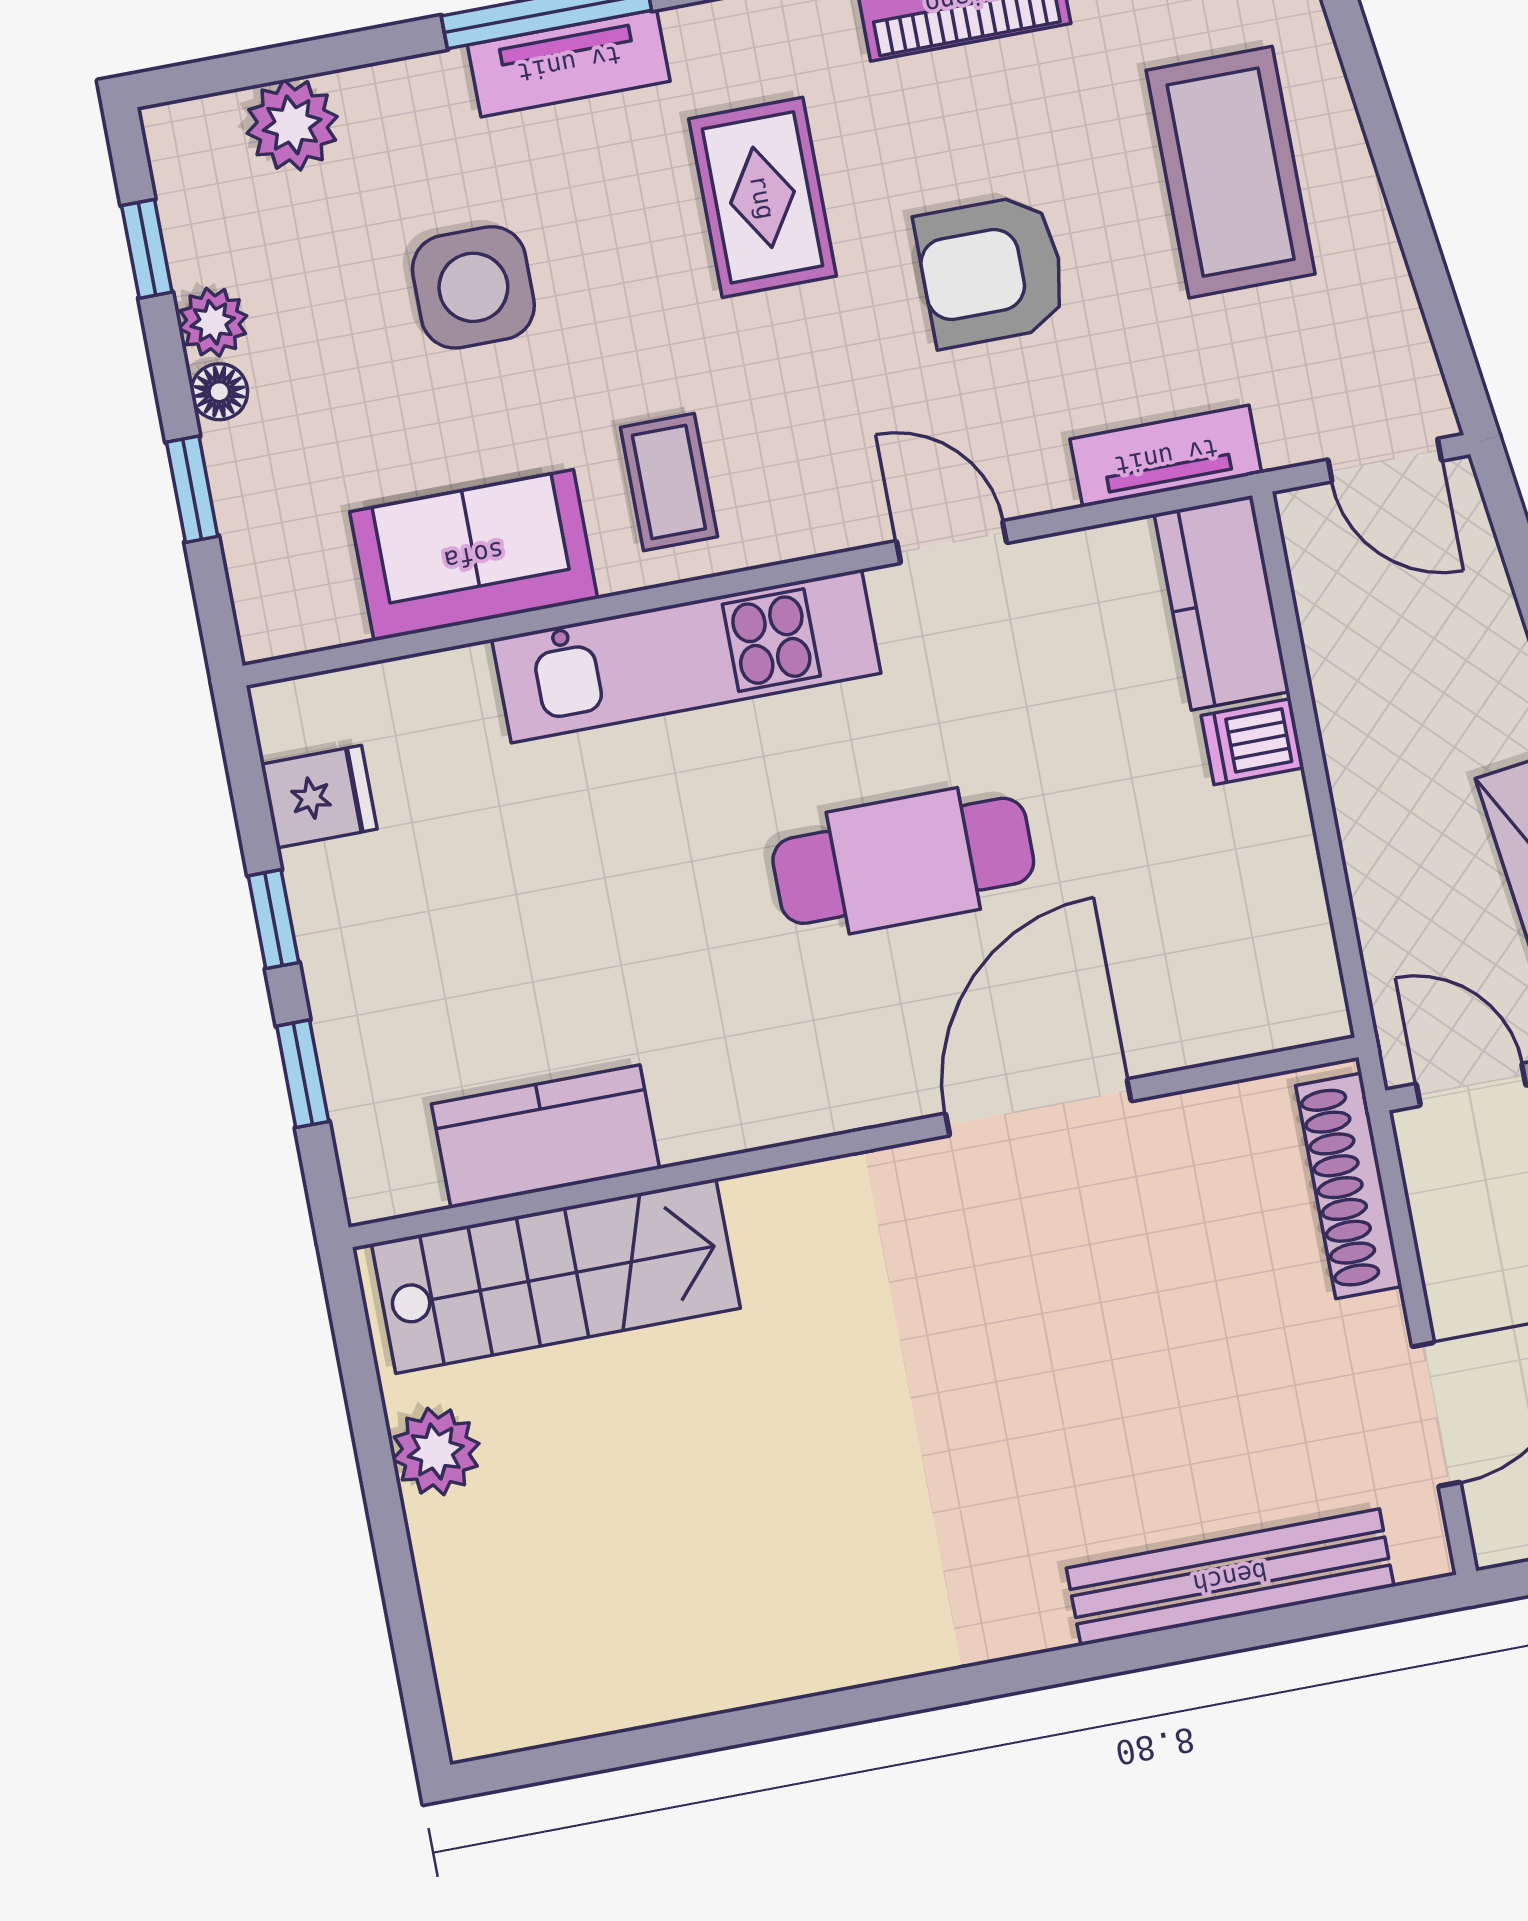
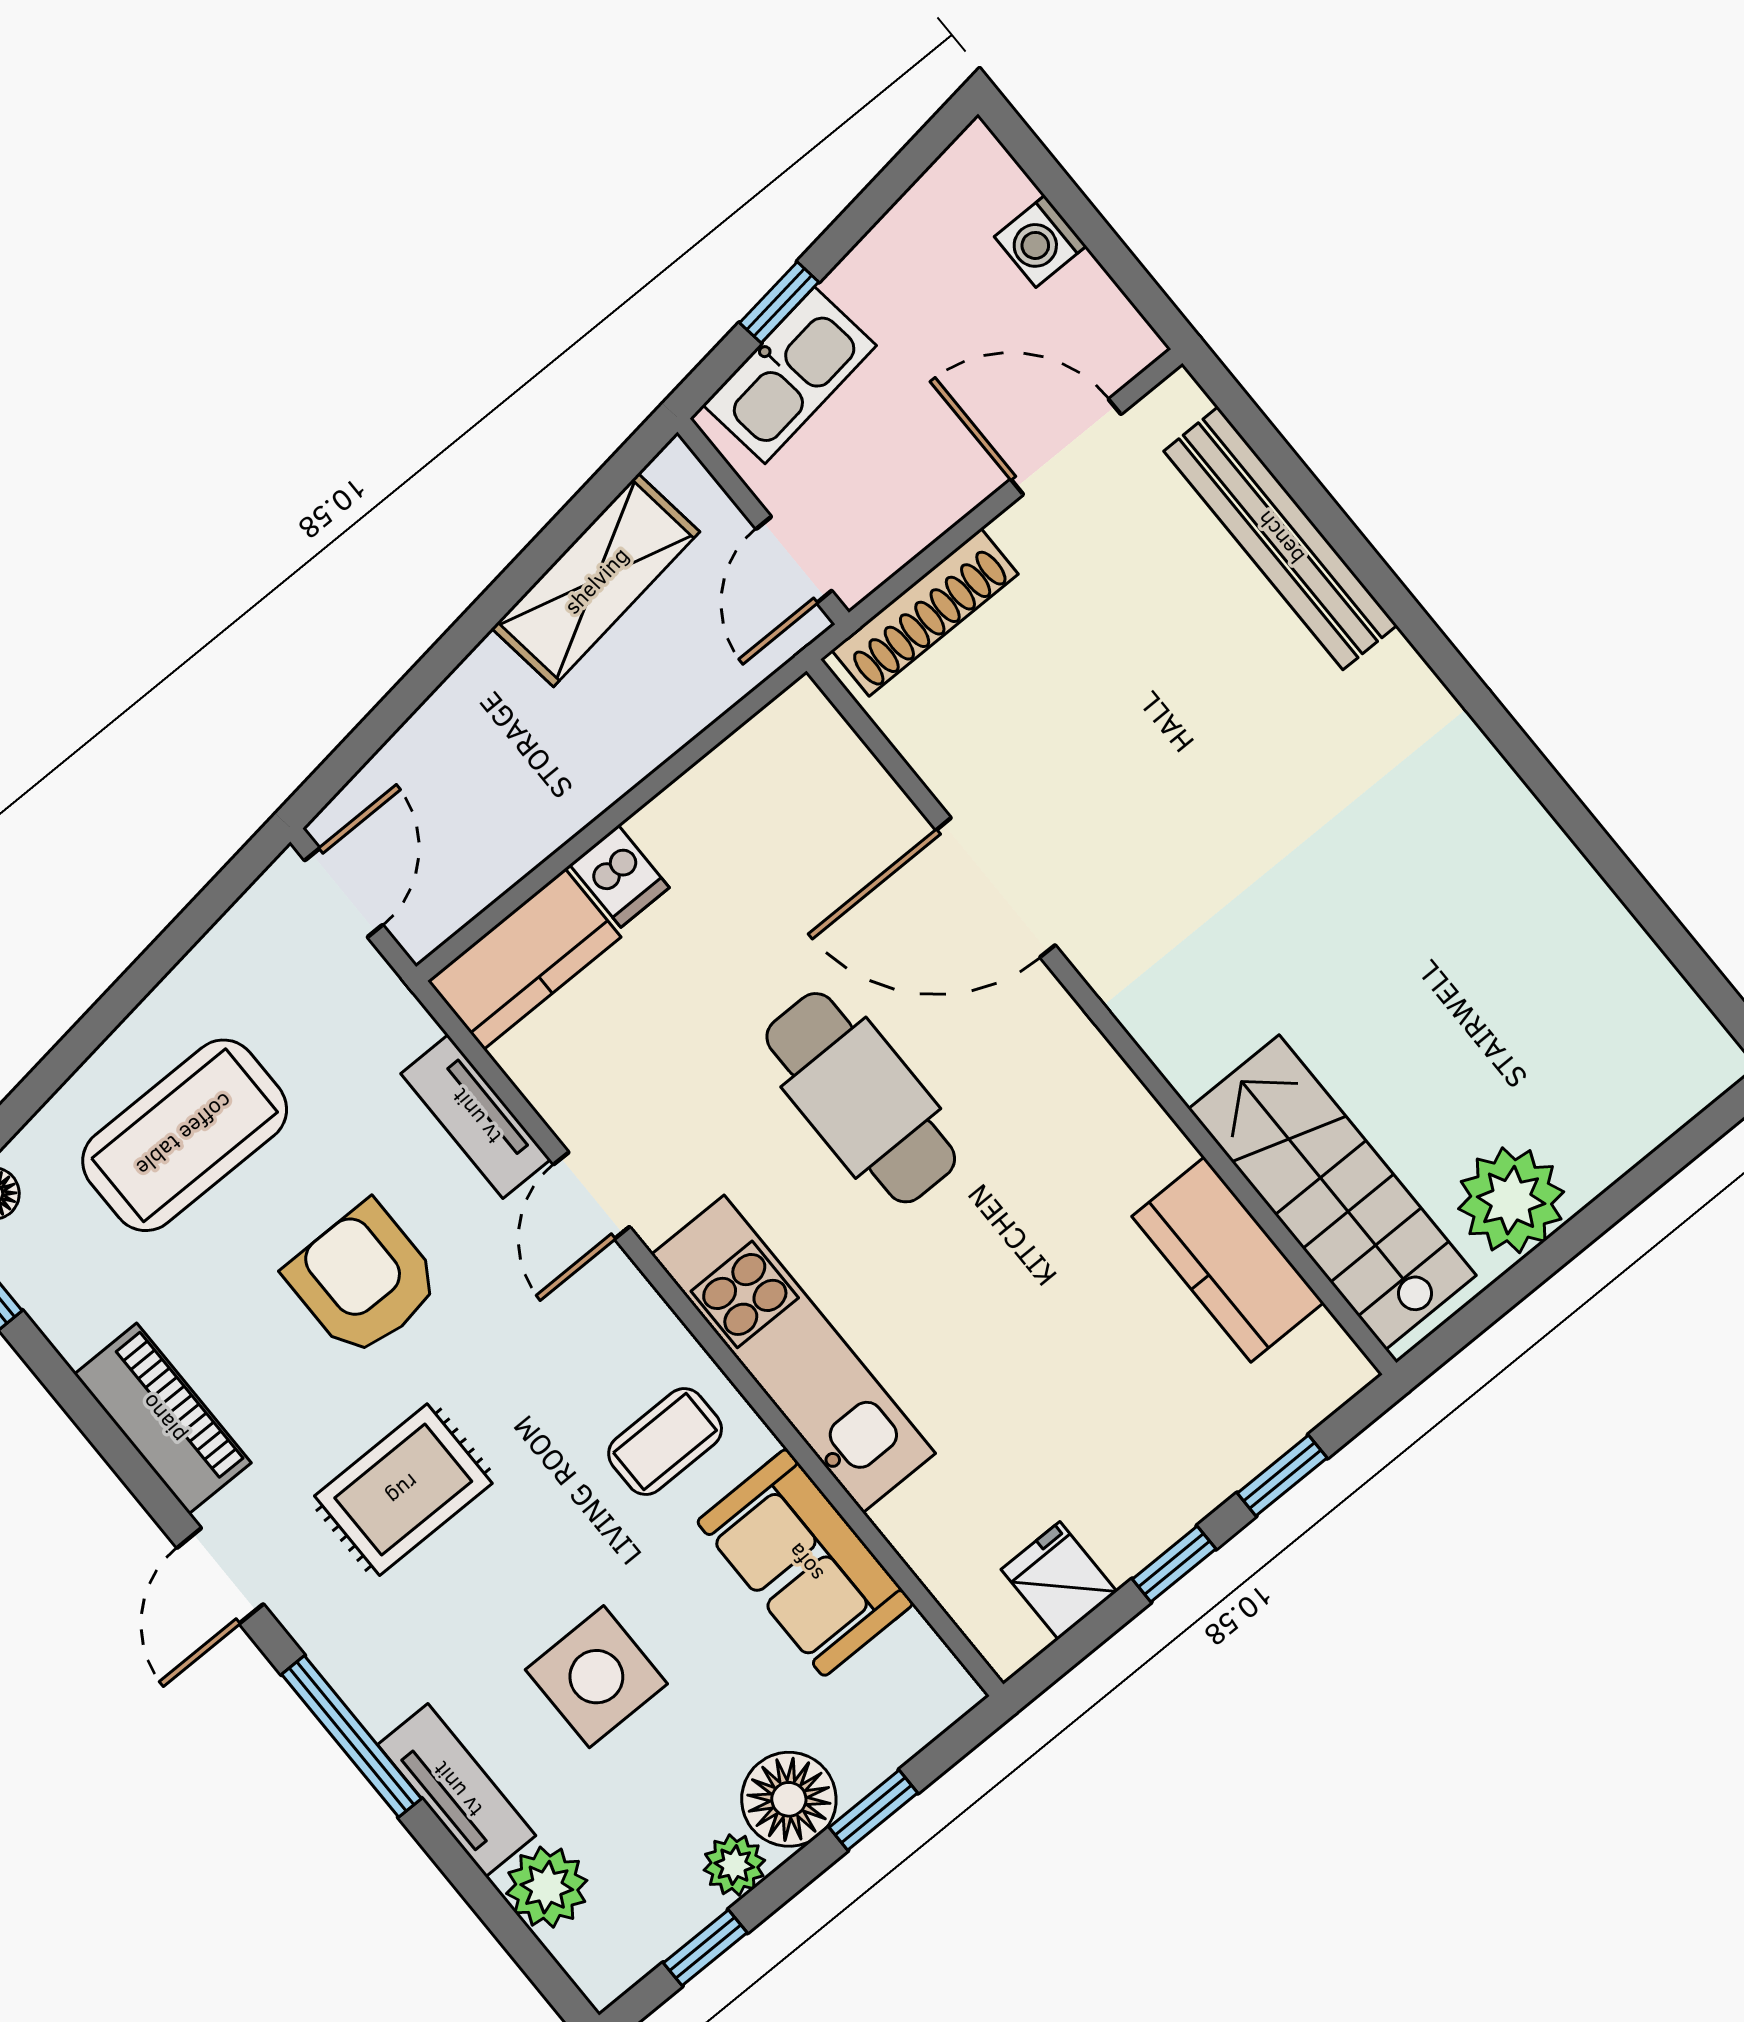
tv unit: (569, 63) -> (457, 1790), moved
armchair: (991, 271) -> (363, 1280), turned 180
floor lamp: (219, 392) -> (789, 1799), width x1.89, depth x1.89
tv unit: (1166, 456) -> (476, 1117), moved
plant: (436, 1451) -> (1511, 1200), width x1.36, depth x1.36

